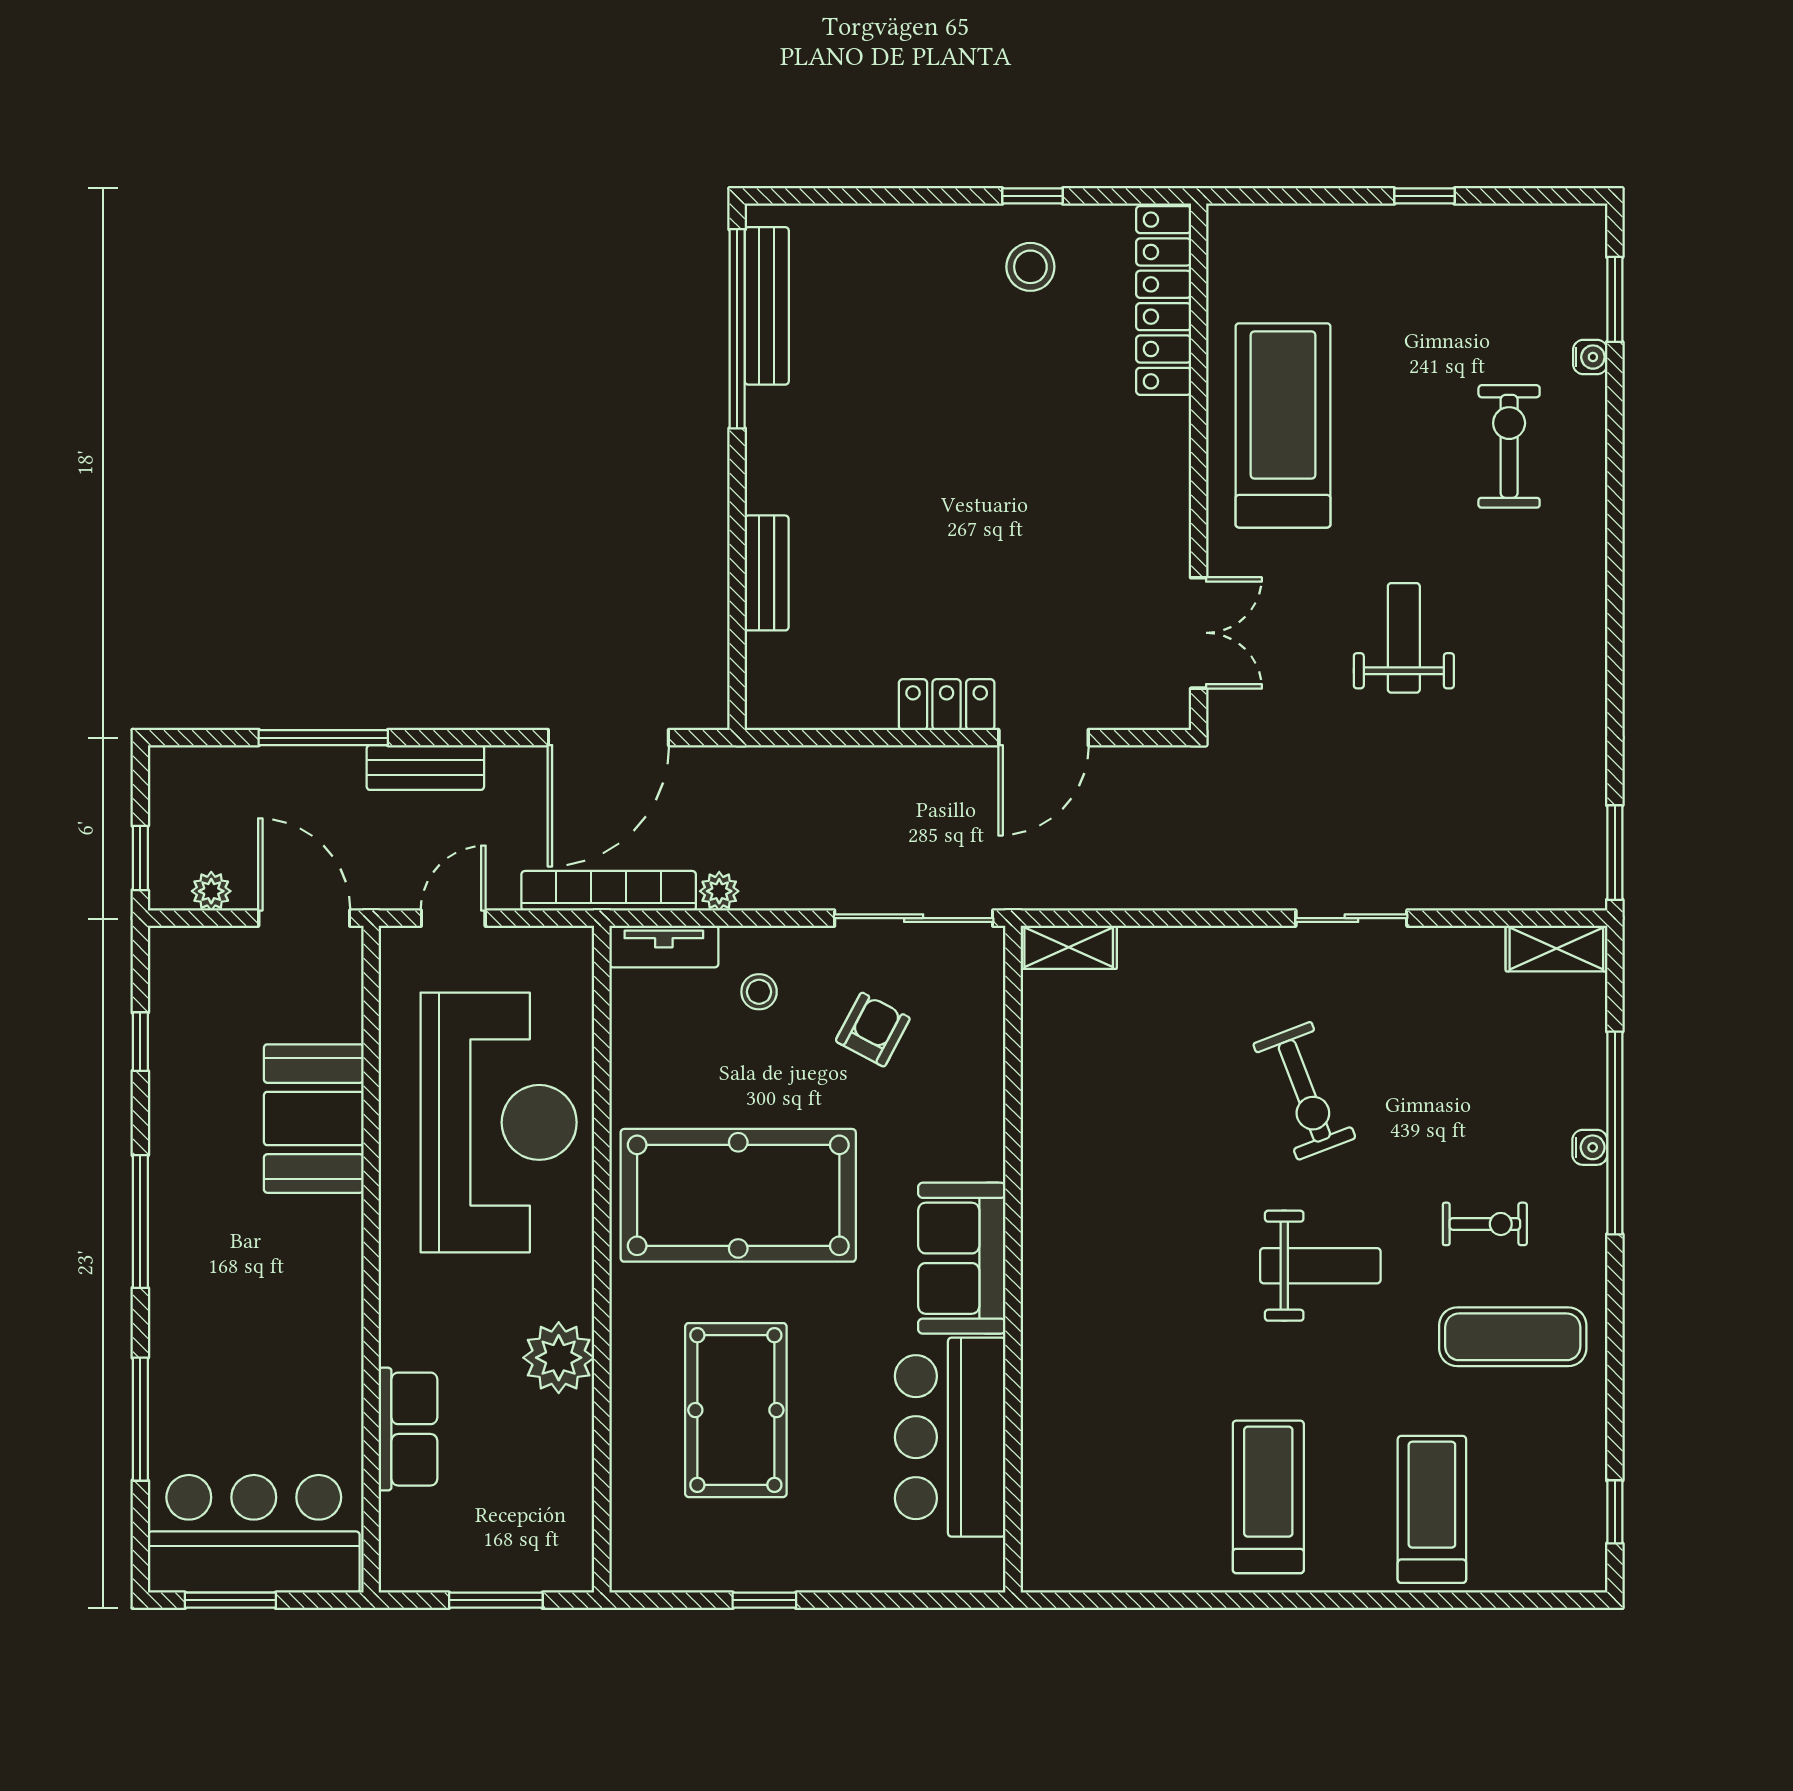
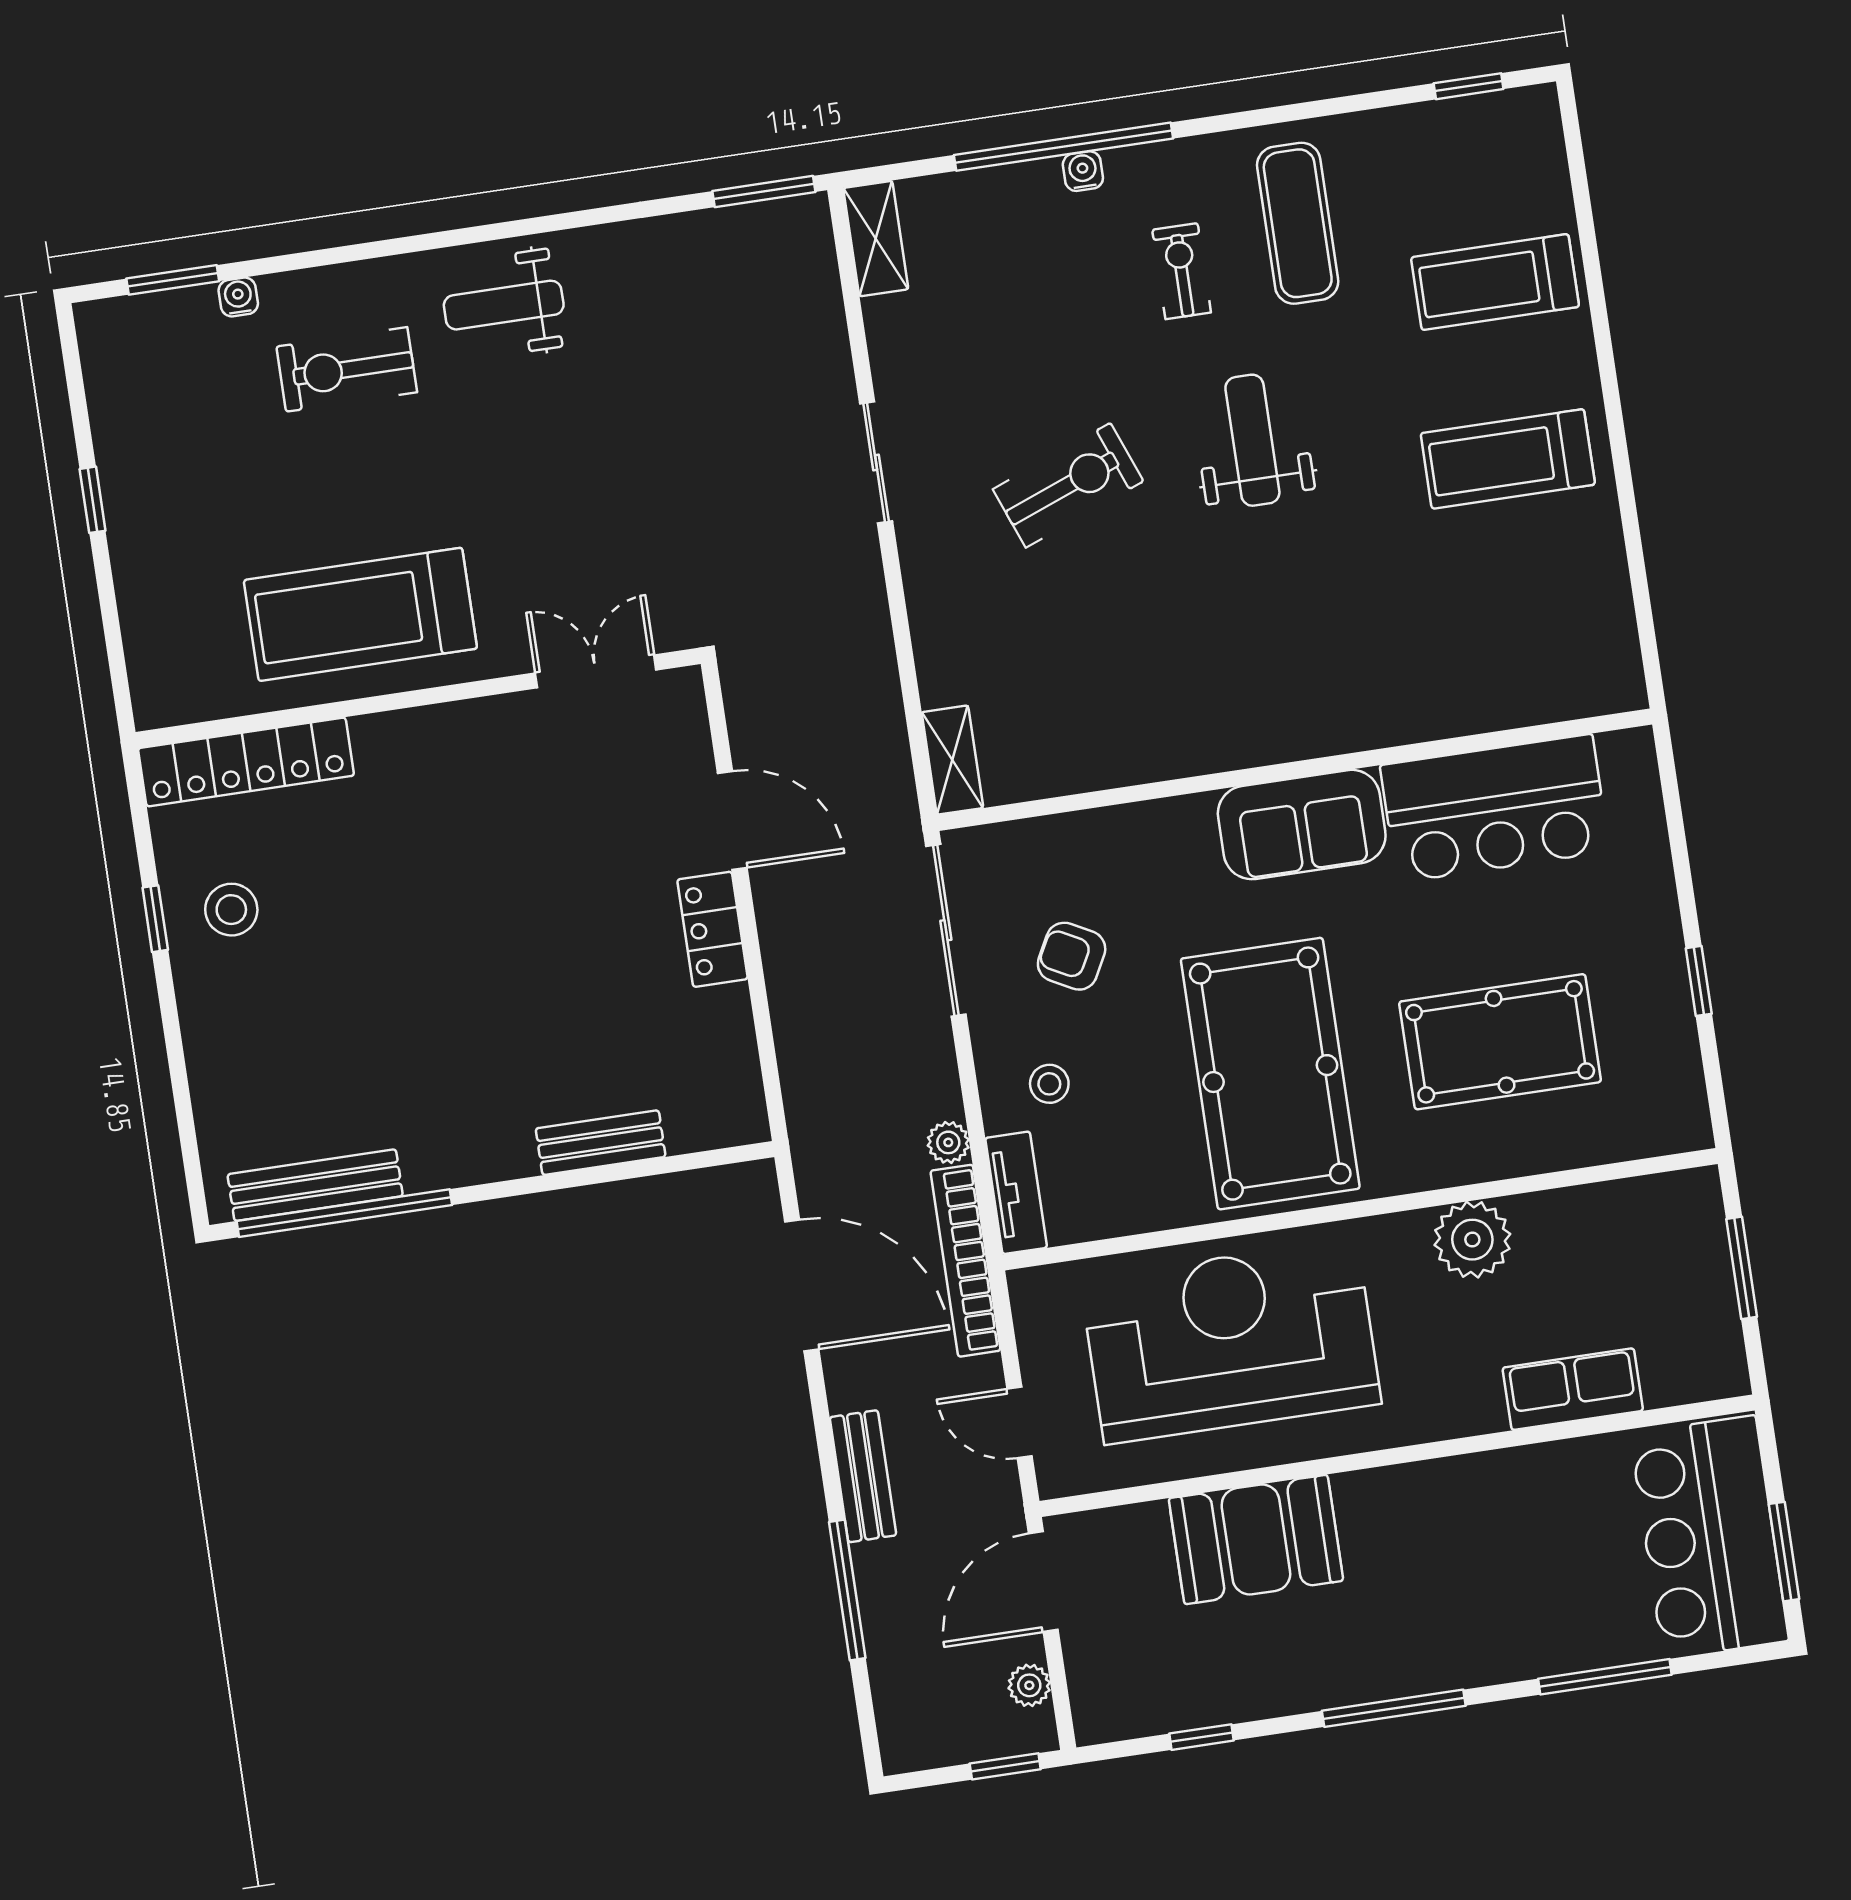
weight bench: (1404, 638) -> (504, 305), moved

